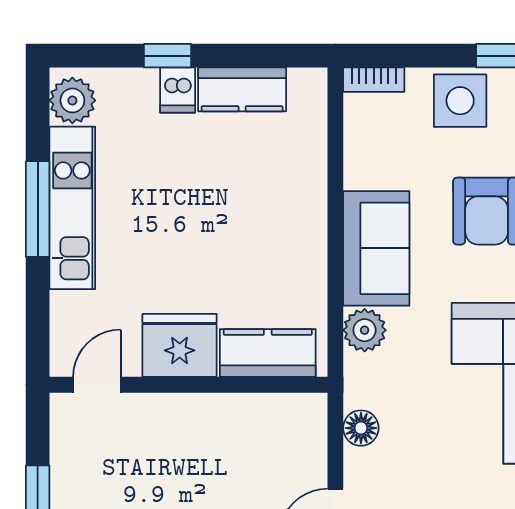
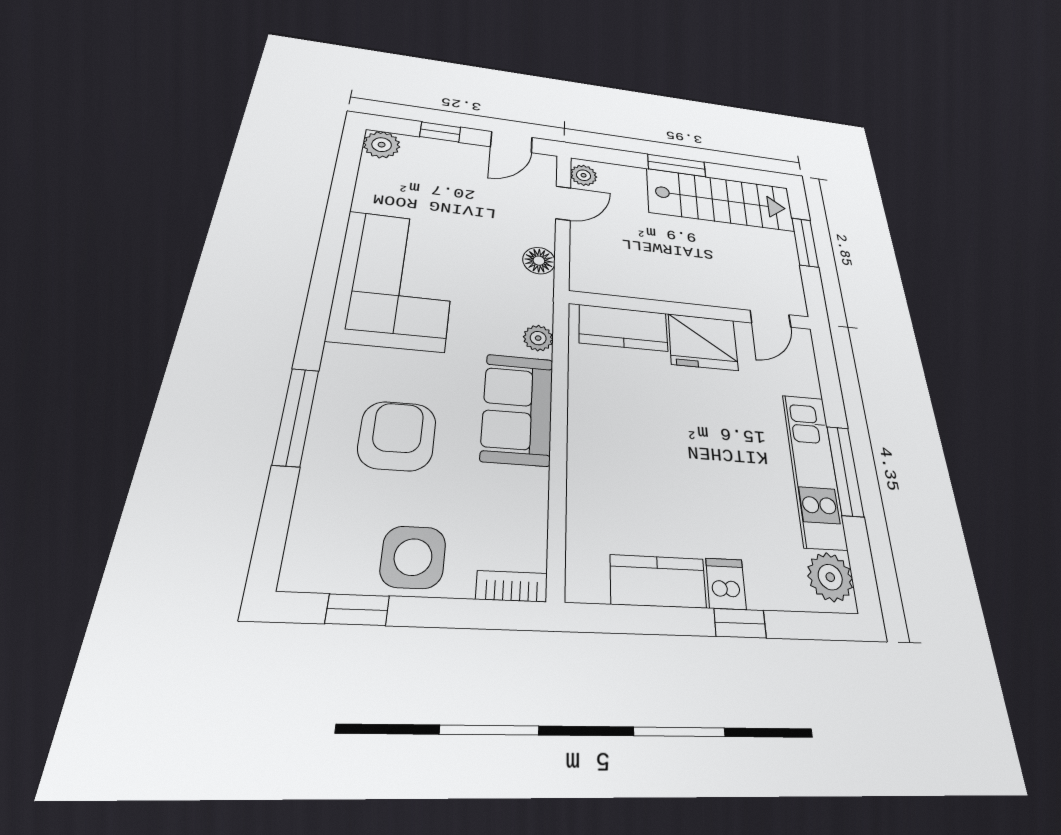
plant: (365, 330) -> (538, 338), width x0.73, depth x0.73

